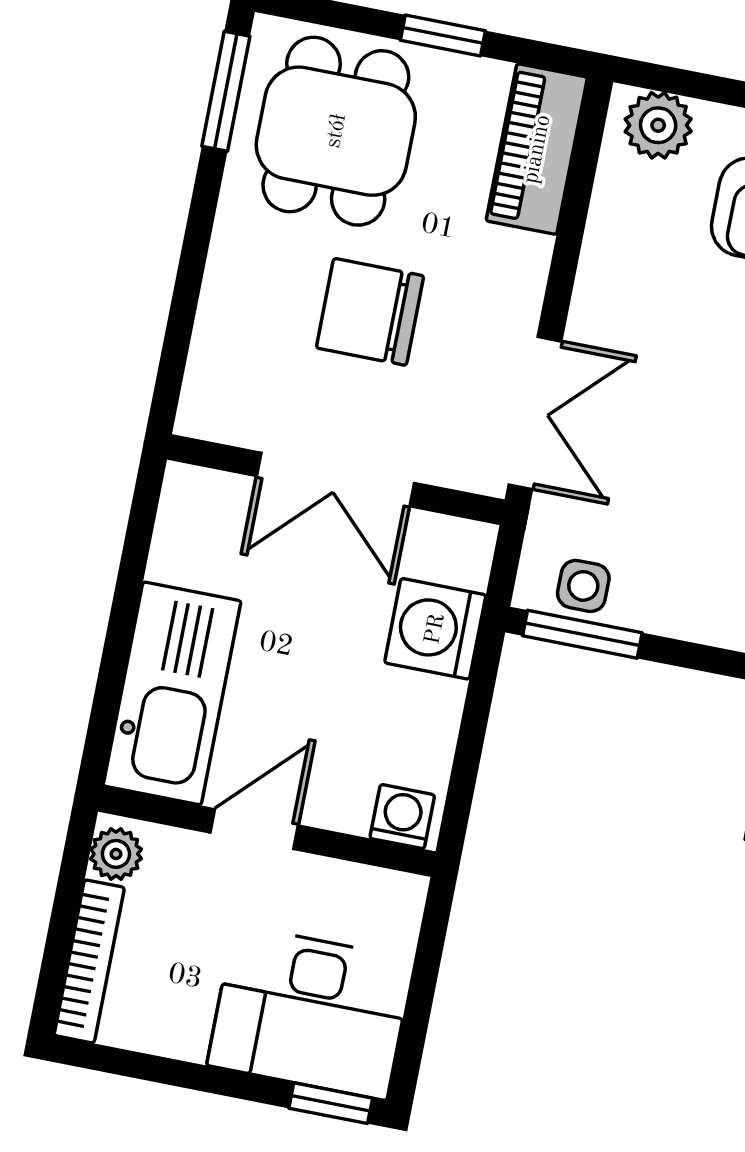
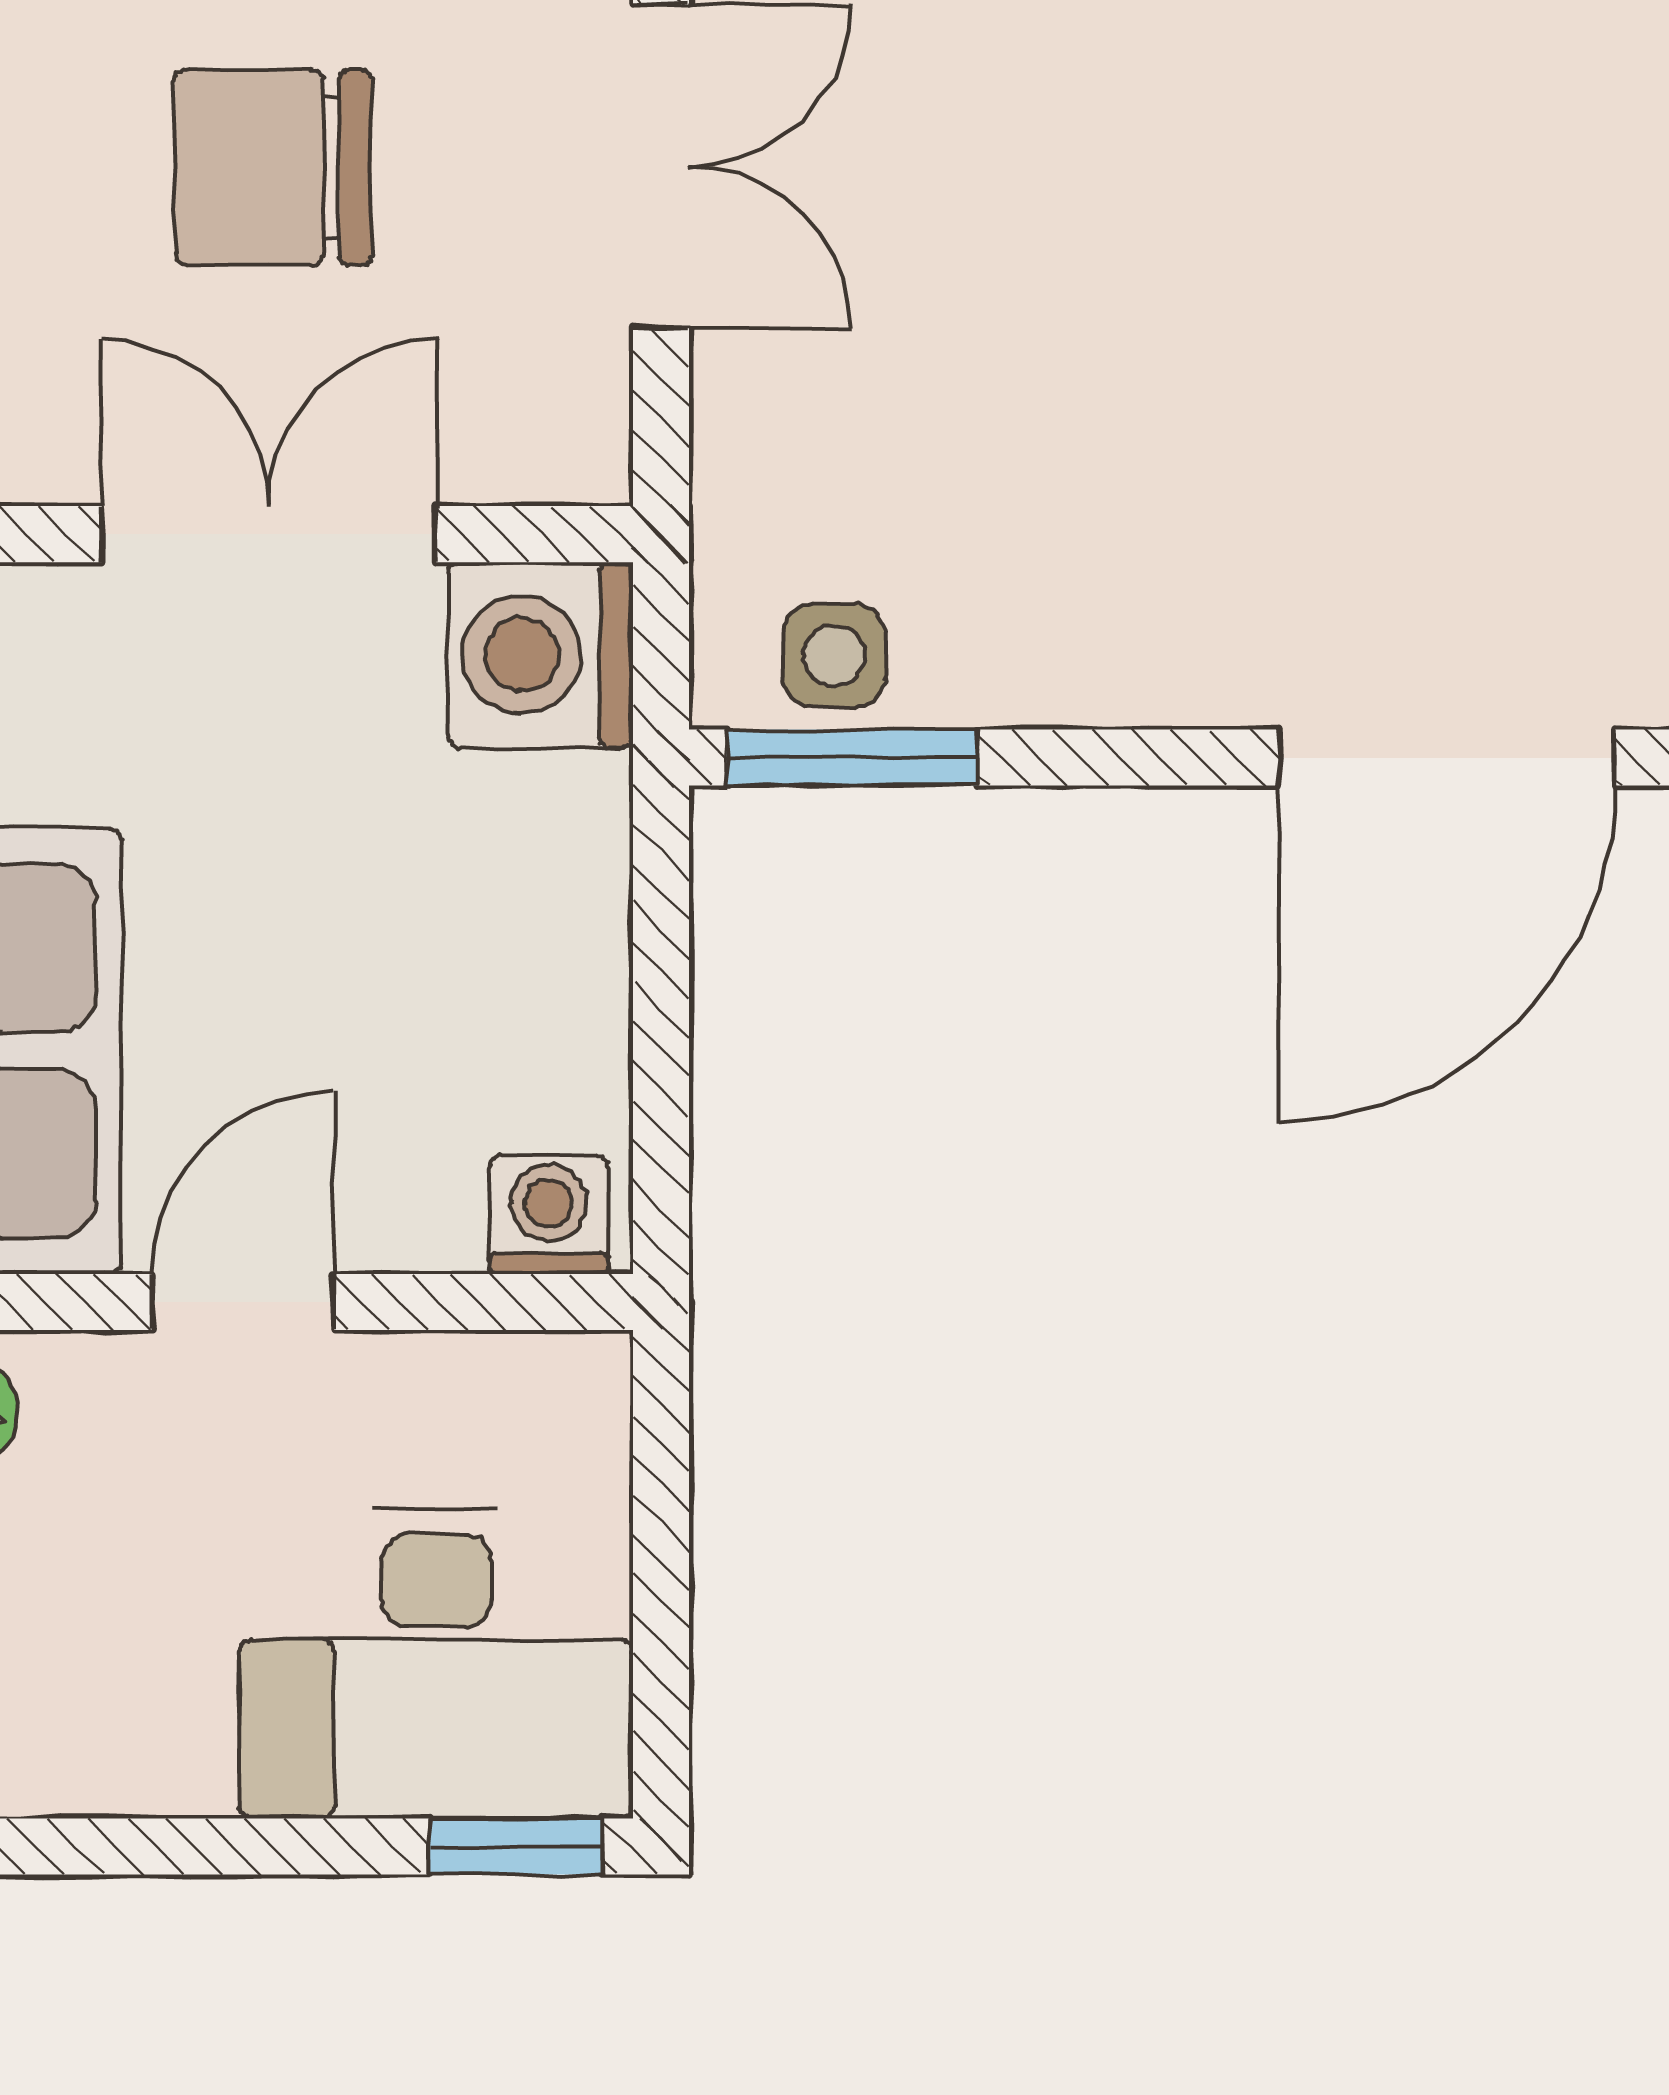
double door: (535, 413) -> (661, 166), moved
double door: (335, 479) -> (269, 534), swing flipped
washing machine: (435, 629) -> (540, 655), moved

